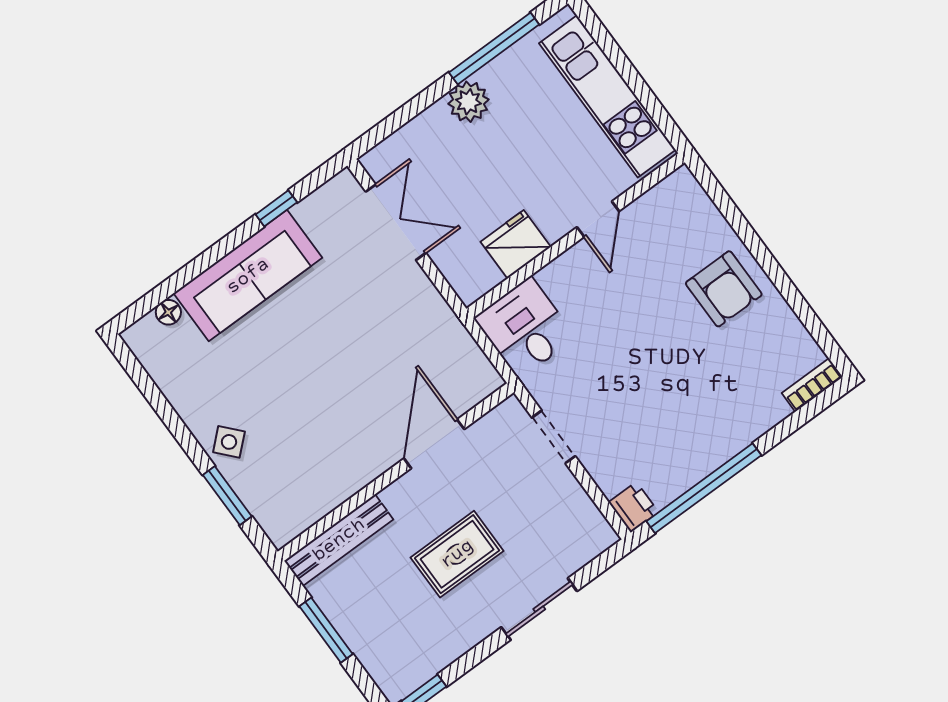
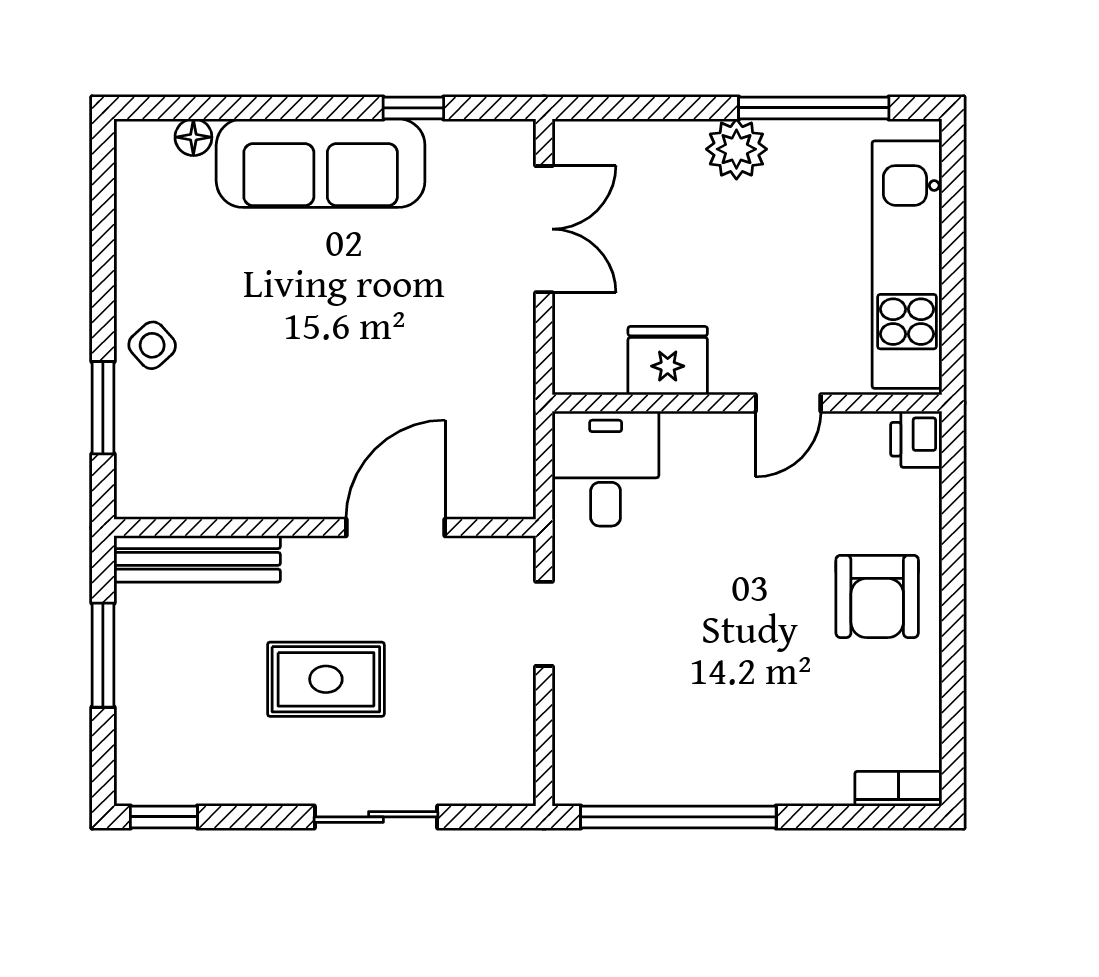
printer: (633, 507) -> (916, 439), moved, turned 180

